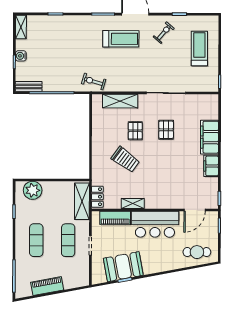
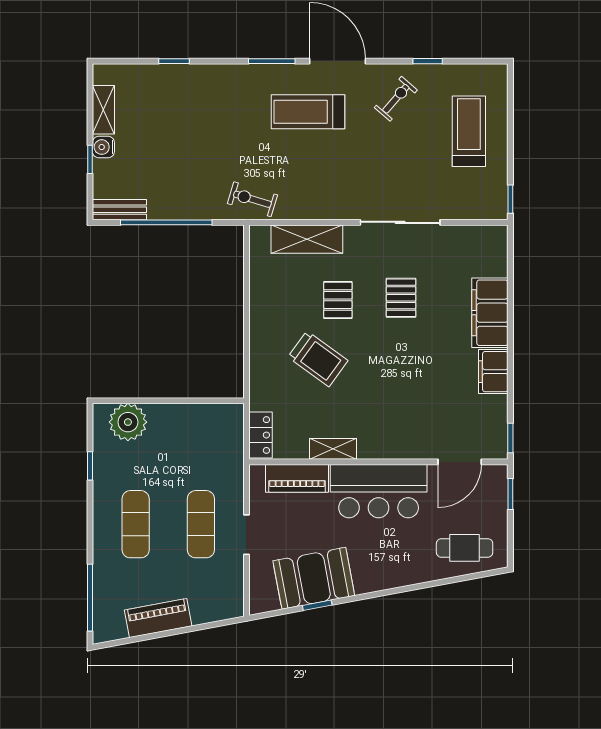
shelving: (21, 27) -> (103, 110), moved
treadmill: (121, 39) -> (308, 112), turned 180
shelving: (82, 201) -> (229, 444), removed

